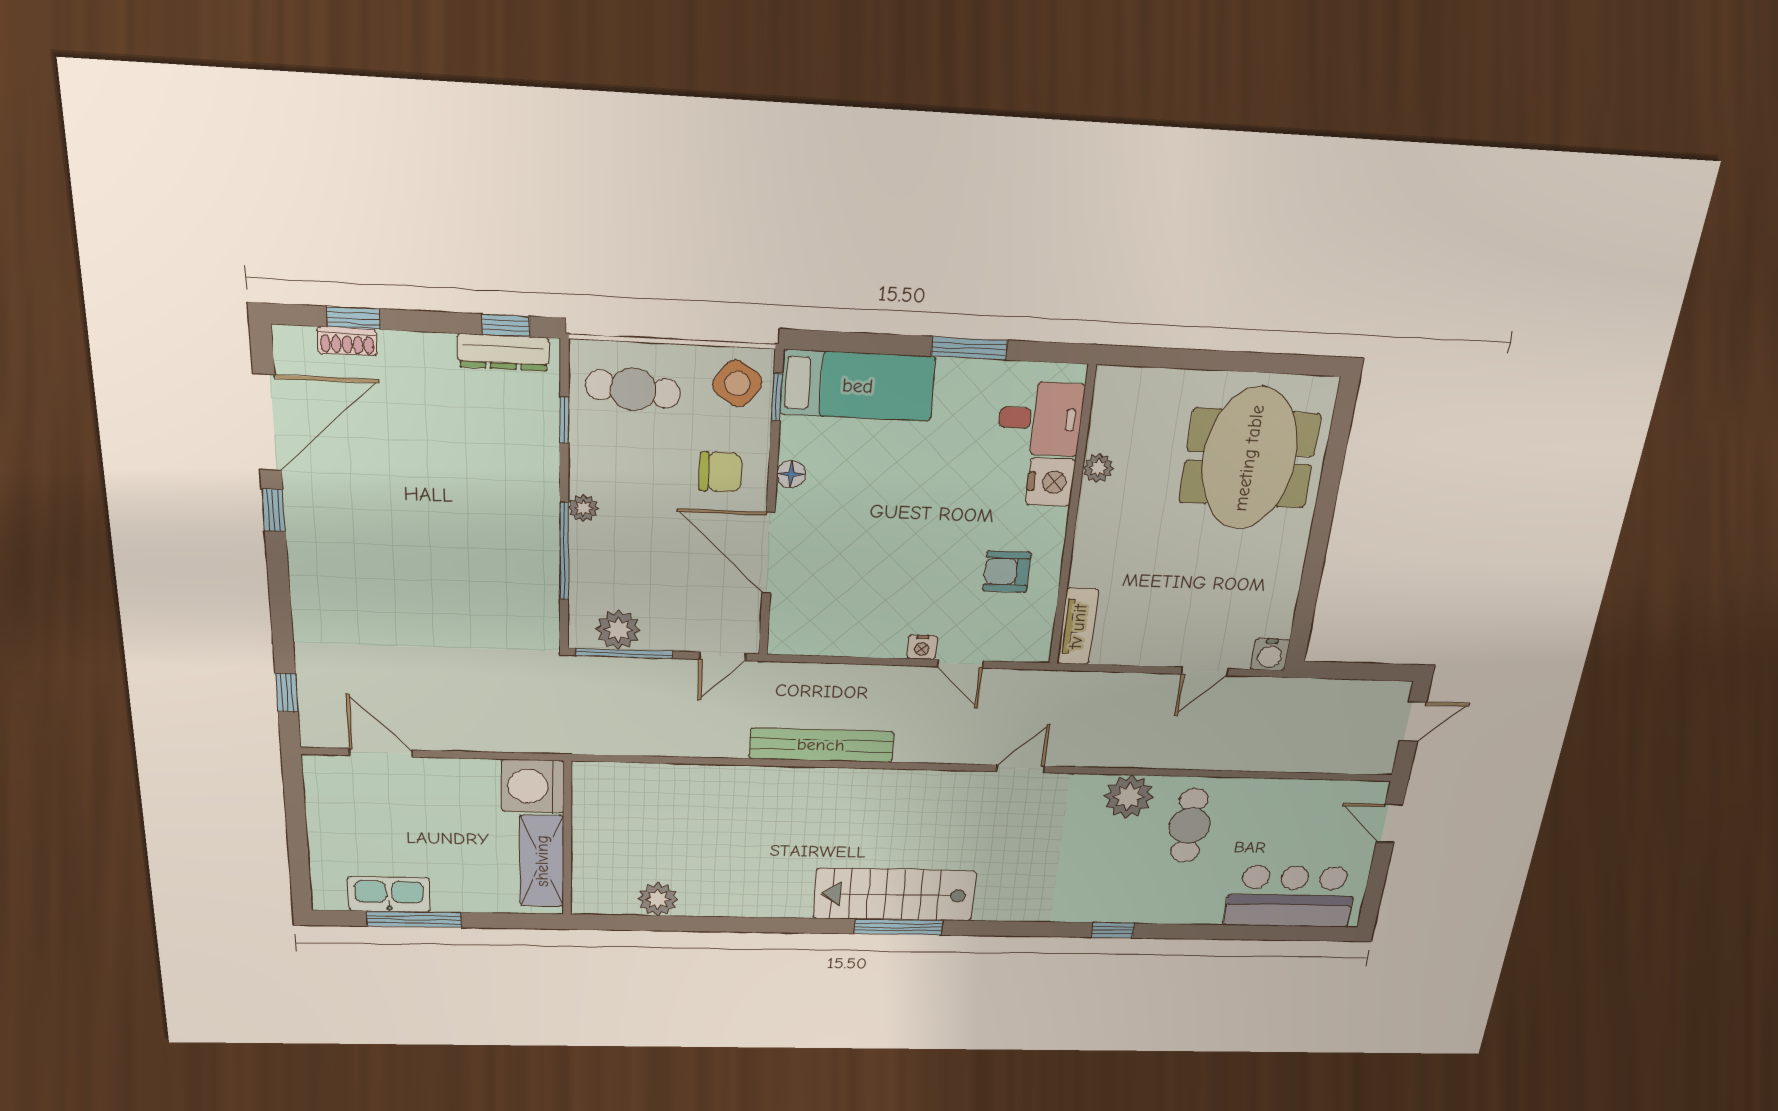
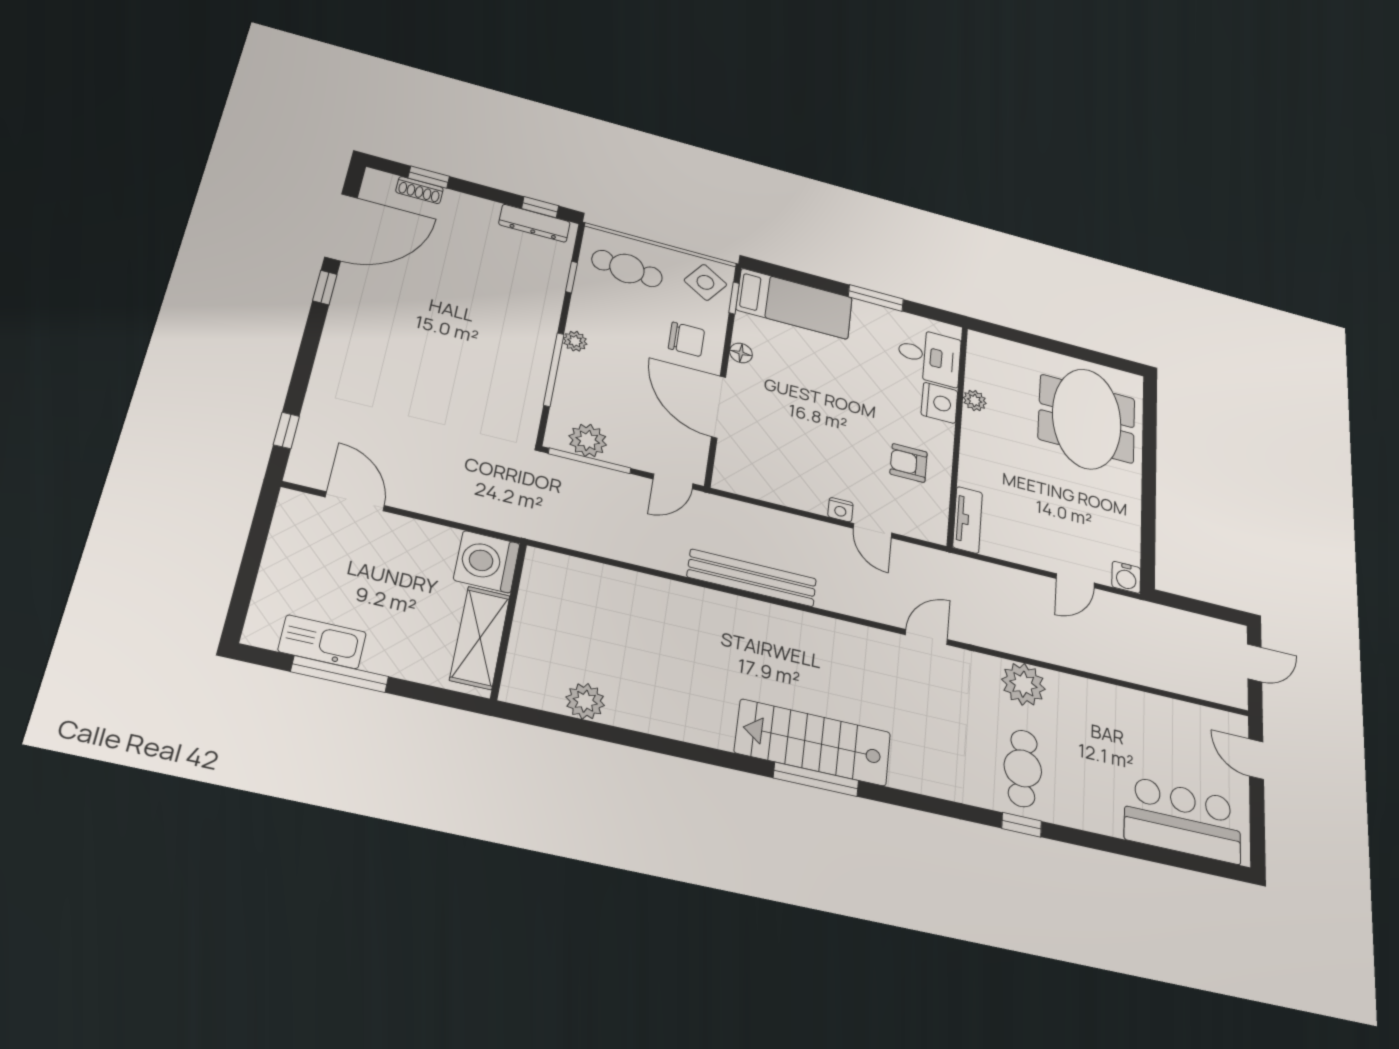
cafe table: (1190, 826) -> (1023, 768), moved

